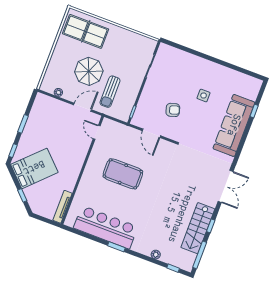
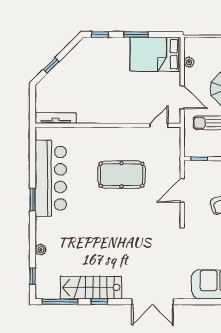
bed: (34, 168) -> (155, 54), moved, turned 135
pool table: (123, 174) -> (122, 175), turned 90

